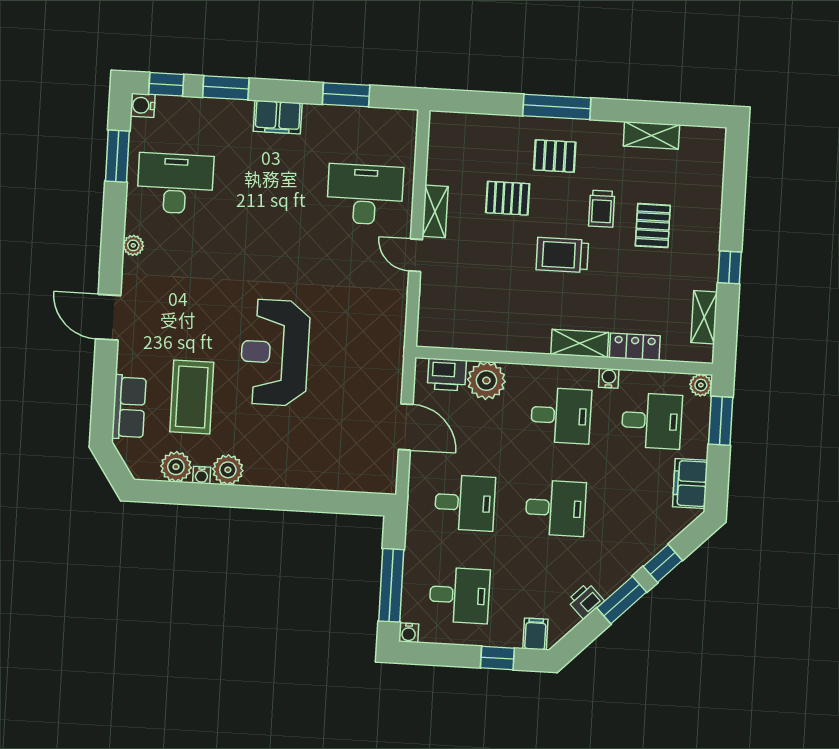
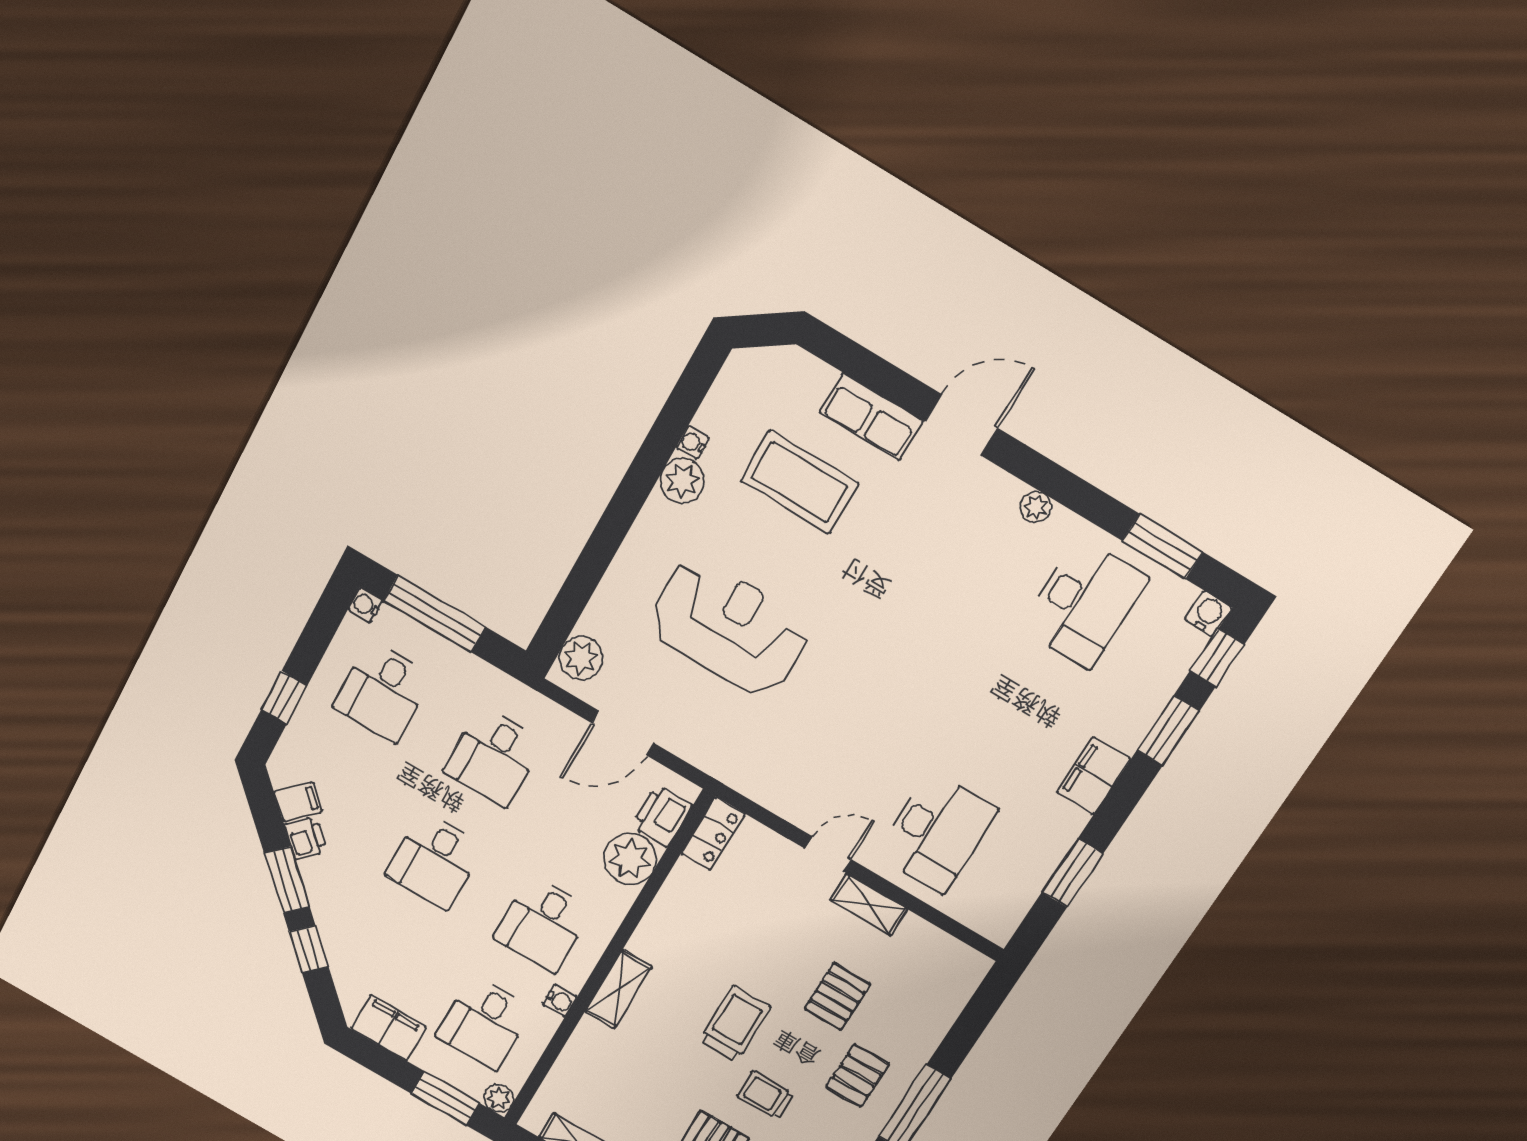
locker: (635, 347) -> (713, 834), moved
reception desk: (275, 353) -> (729, 627), moved
row of seats: (129, 407) -> (871, 417), moved
plant: (176, 467) -> (581, 658), moved
filing cabinet: (535, 634) -> (298, 802), moved, turned -45

